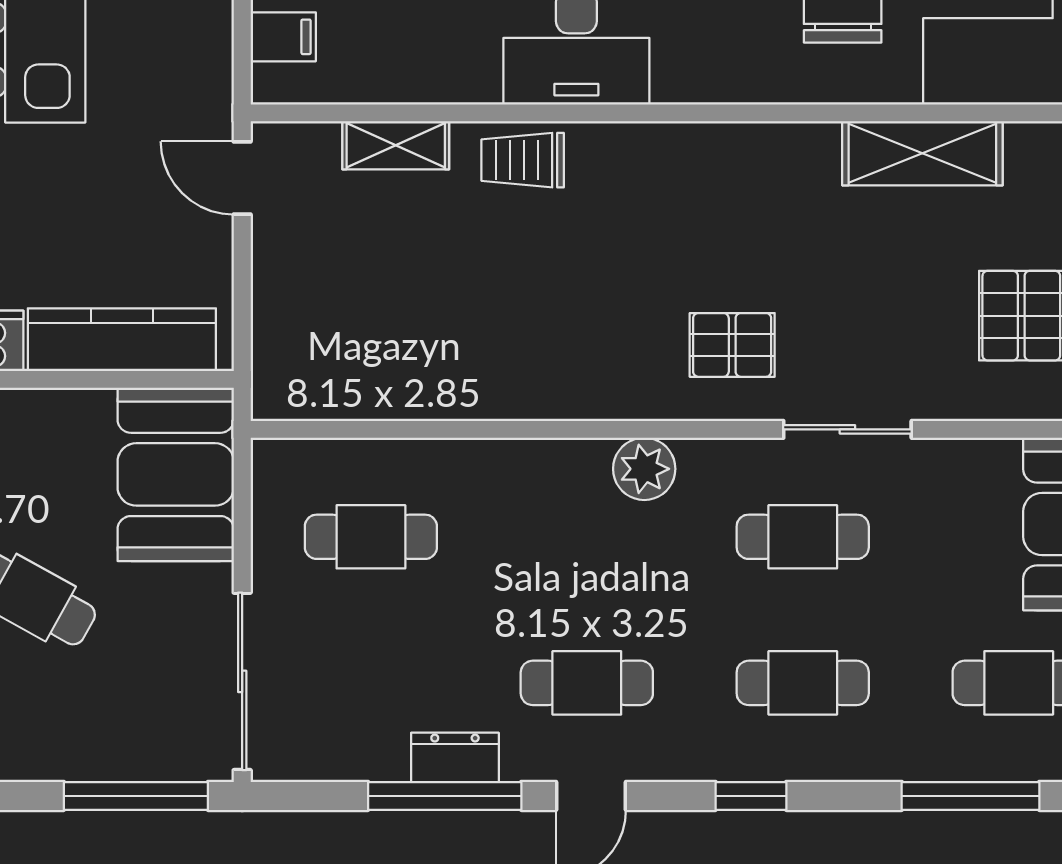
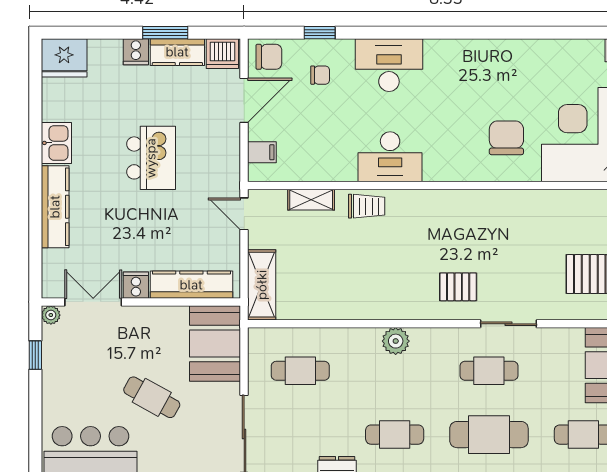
shelving: (922, 153) -> (262, 285), moved, turned 90
trolley: (523, 160) -> (367, 206), turned 180
plant: (644, 469) -> (396, 341), moved
cafe table: (803, 683) -> (489, 435), width x1.37, depth x1.35

